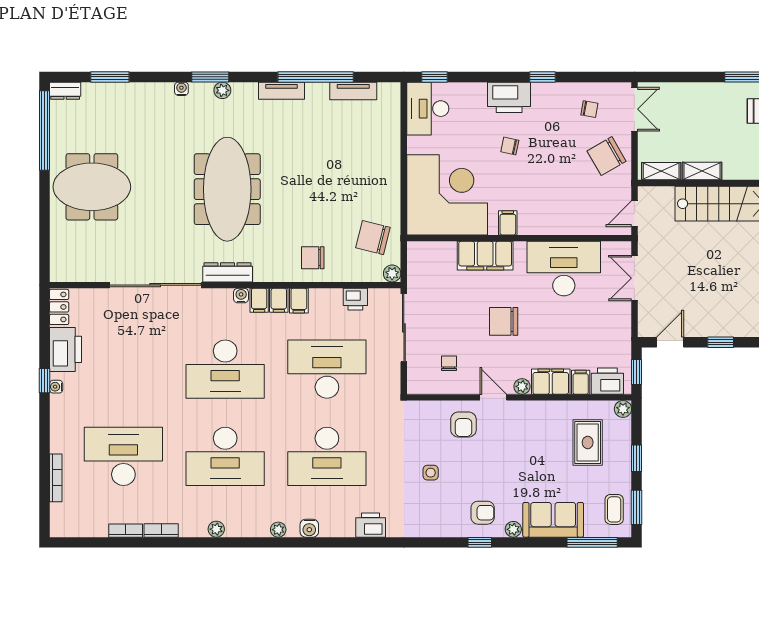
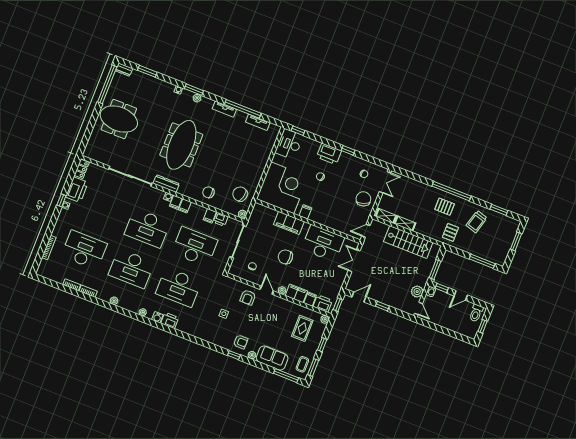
chair: (607, 156) -> (363, 199), turned 101
filing cabinet: (299, 301) -> (210, 216), moved
printer: (371, 525) -> (170, 320), moved

